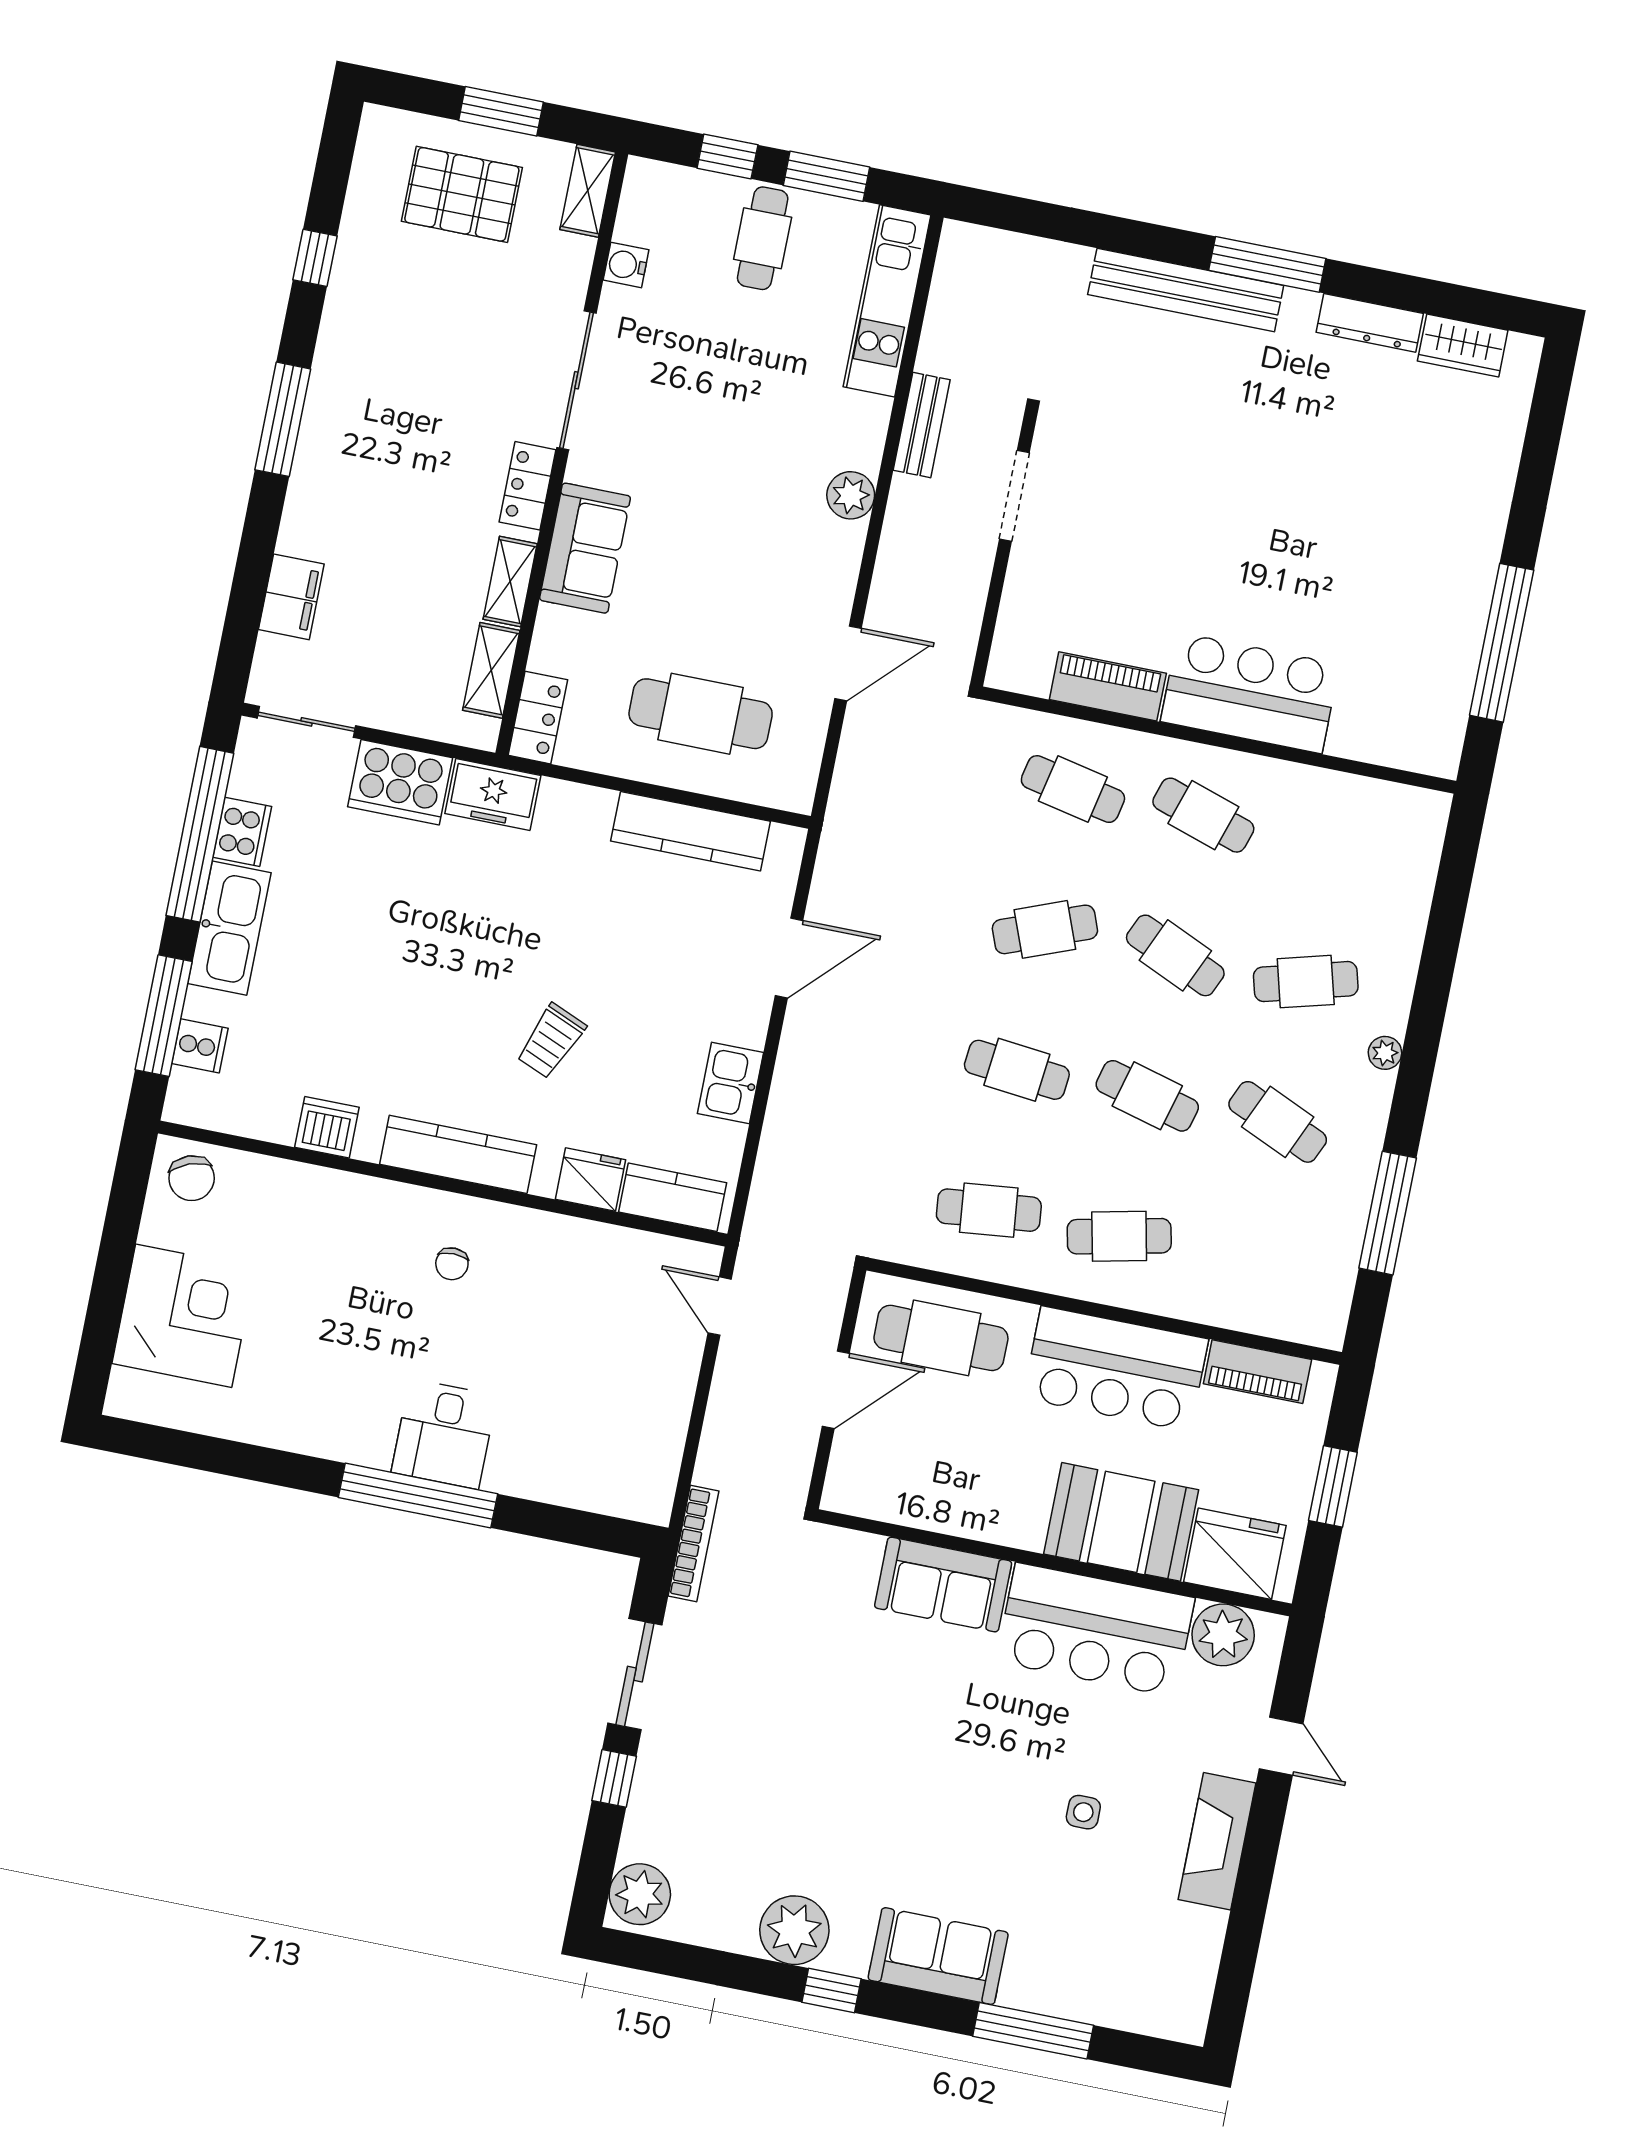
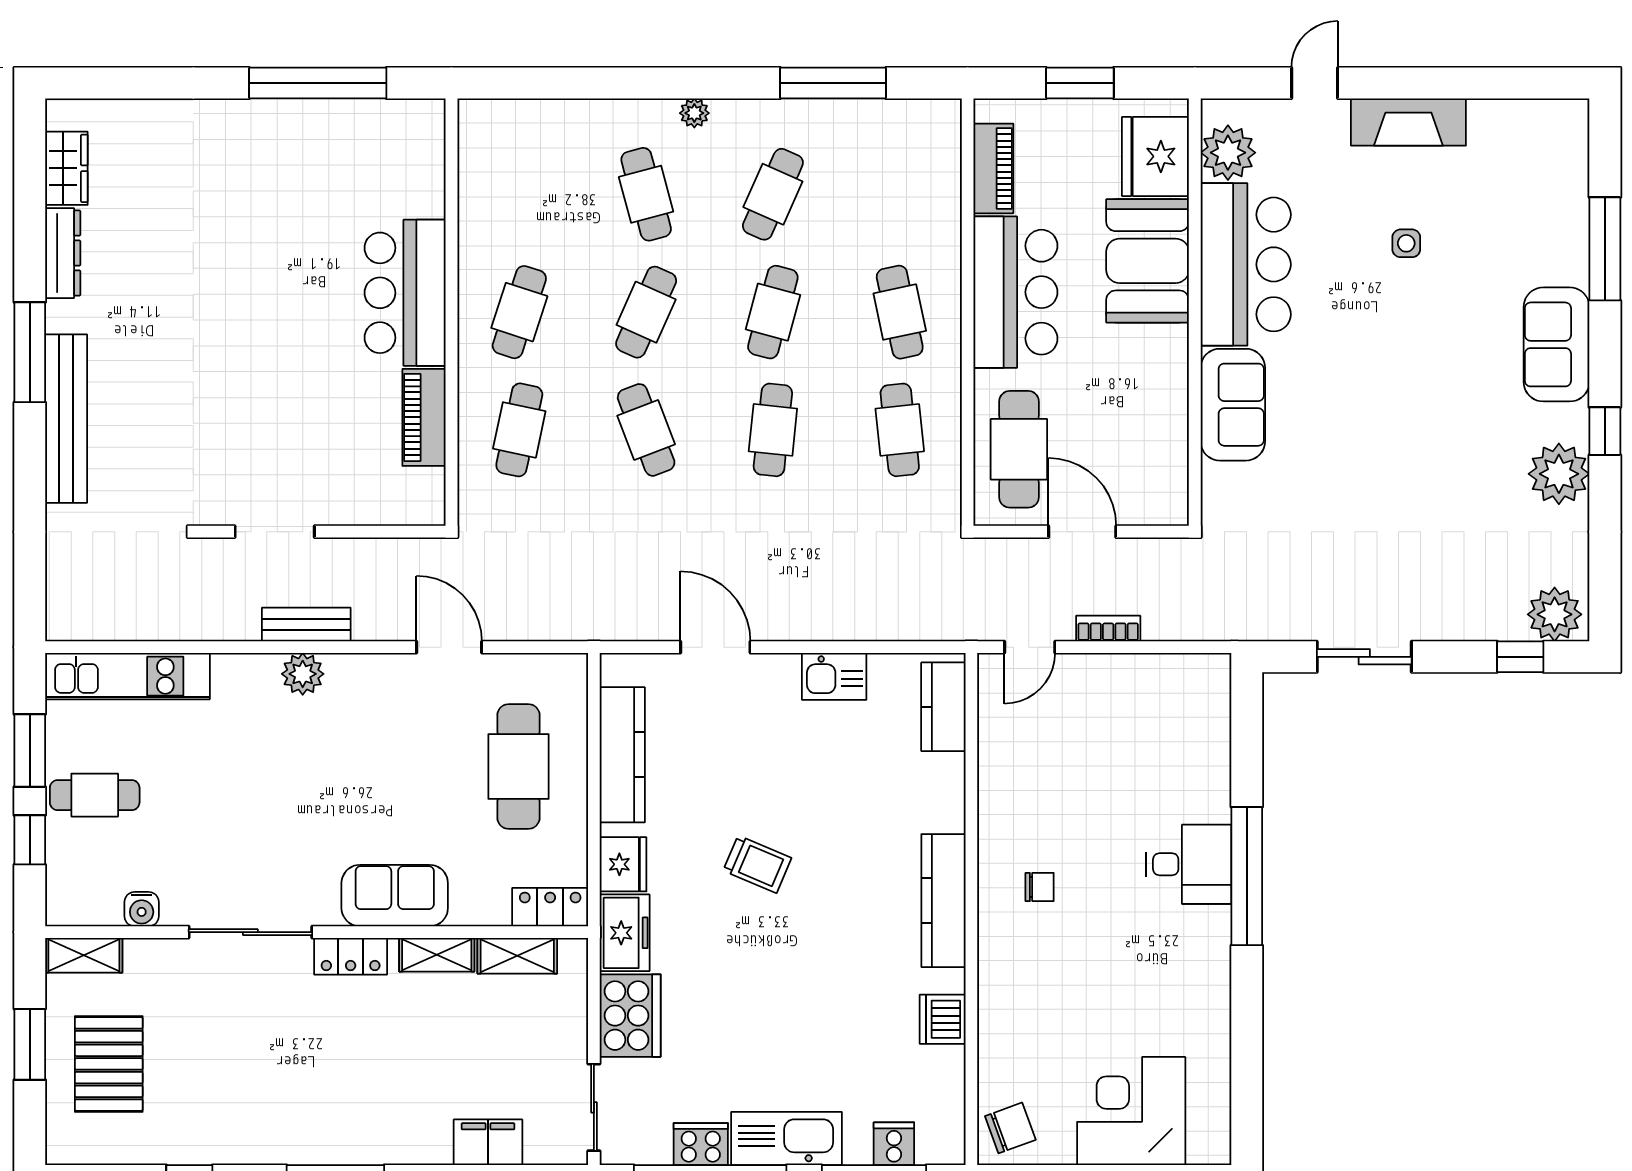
bench: (922, 425) -> (306, 624), moved
trolley: (551, 1041) -> (757, 864), moved
fridge: (590, 1180) -> (623, 864), moved, turned 180
bookcase: (694, 1544) -> (1108, 629), moved, width x0.64
window: (614, 1778) -> (1520, 657), moved

